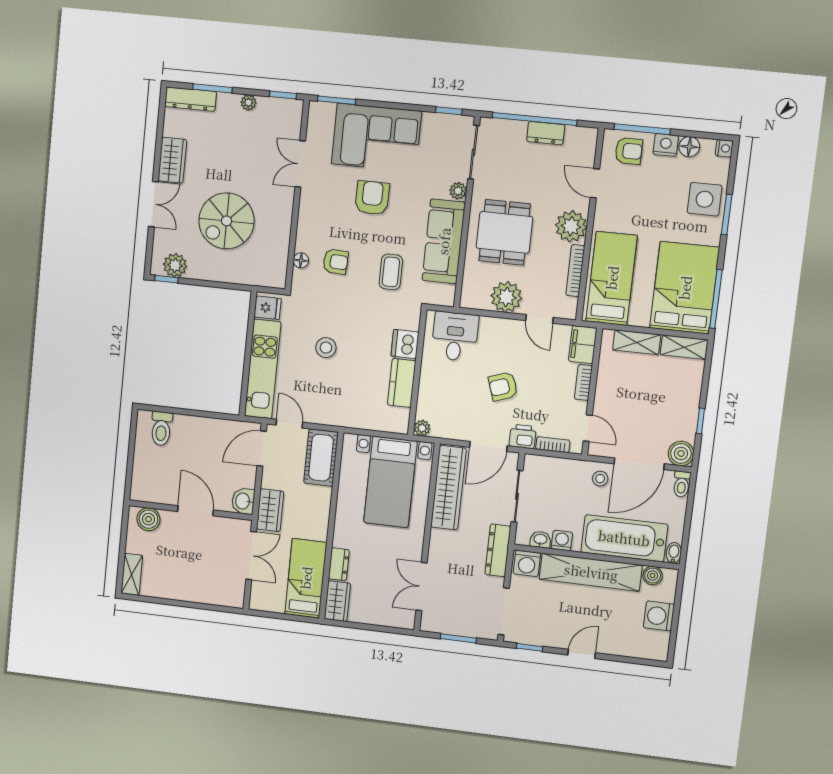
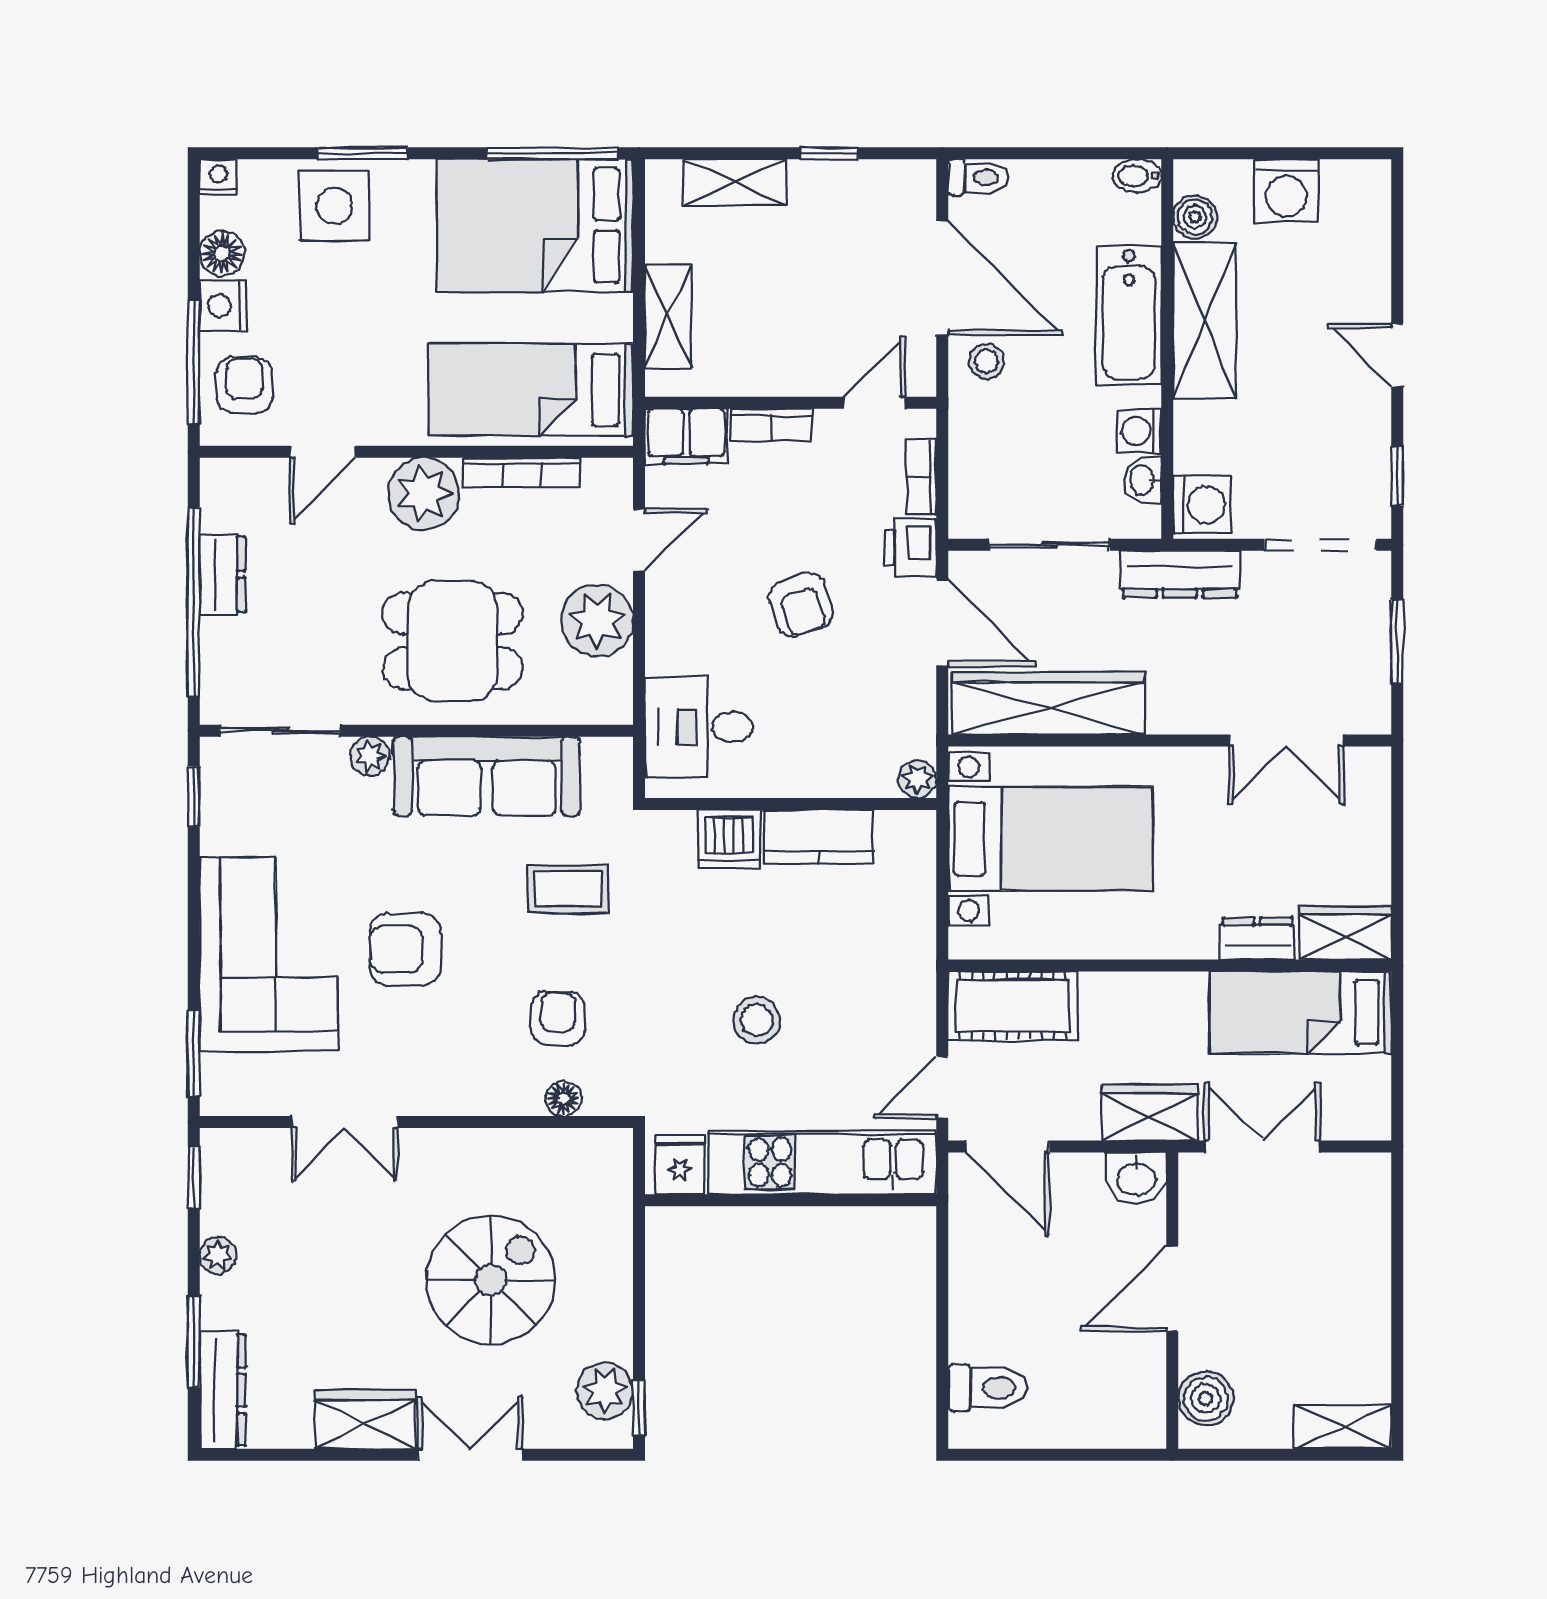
spiral stairs: (227, 221) -> (491, 1280), turned -90
shelving: (684, 347) -> (734, 182), moved, turned 90
boiler: (681, 453) -> (908, 188), removed
bathtub: (624, 538) -> (1129, 316), width x0.73, depth x0.73
shelving: (591, 572) -> (1205, 321), width x0.68

